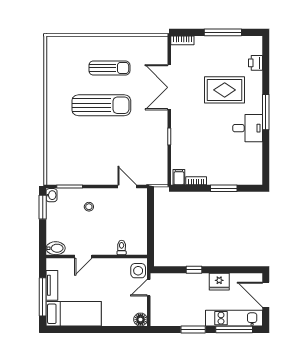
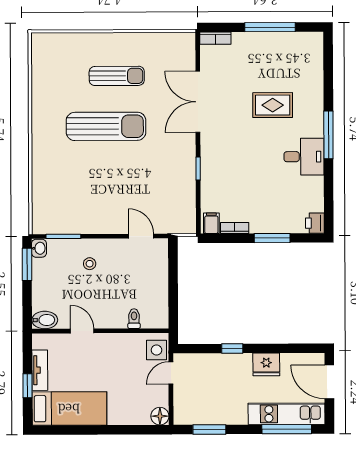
printer: (256, 63) -> (315, 223), moved
rug: (225, 90) -> (273, 105), width x0.73, depth x0.70
door: (83, 256) -> (82, 331), swing flipped
window: (43, 297) -> (27, 386), width x0.46
window: (193, 330) -> (209, 429), moved

